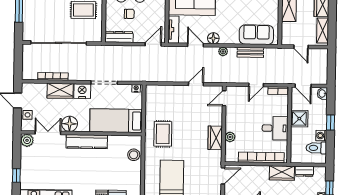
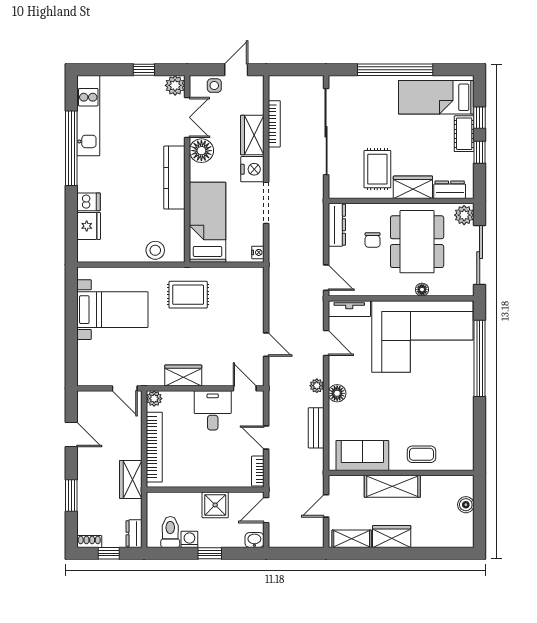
sofa: (256, 35) -> (362, 455), moved, turned -90
floor lamp: (213, 38) -> (337, 393), moved
door: (195, 45) -> (326, 343), hinge flipped
desk: (275, 128) -> (213, 410), moved, turned 180
plant: (230, 137) -> (154, 399), moved
dresser: (304, 171) -> (134, 534), moved
window: (16, 175) -> (144, 70), moved

